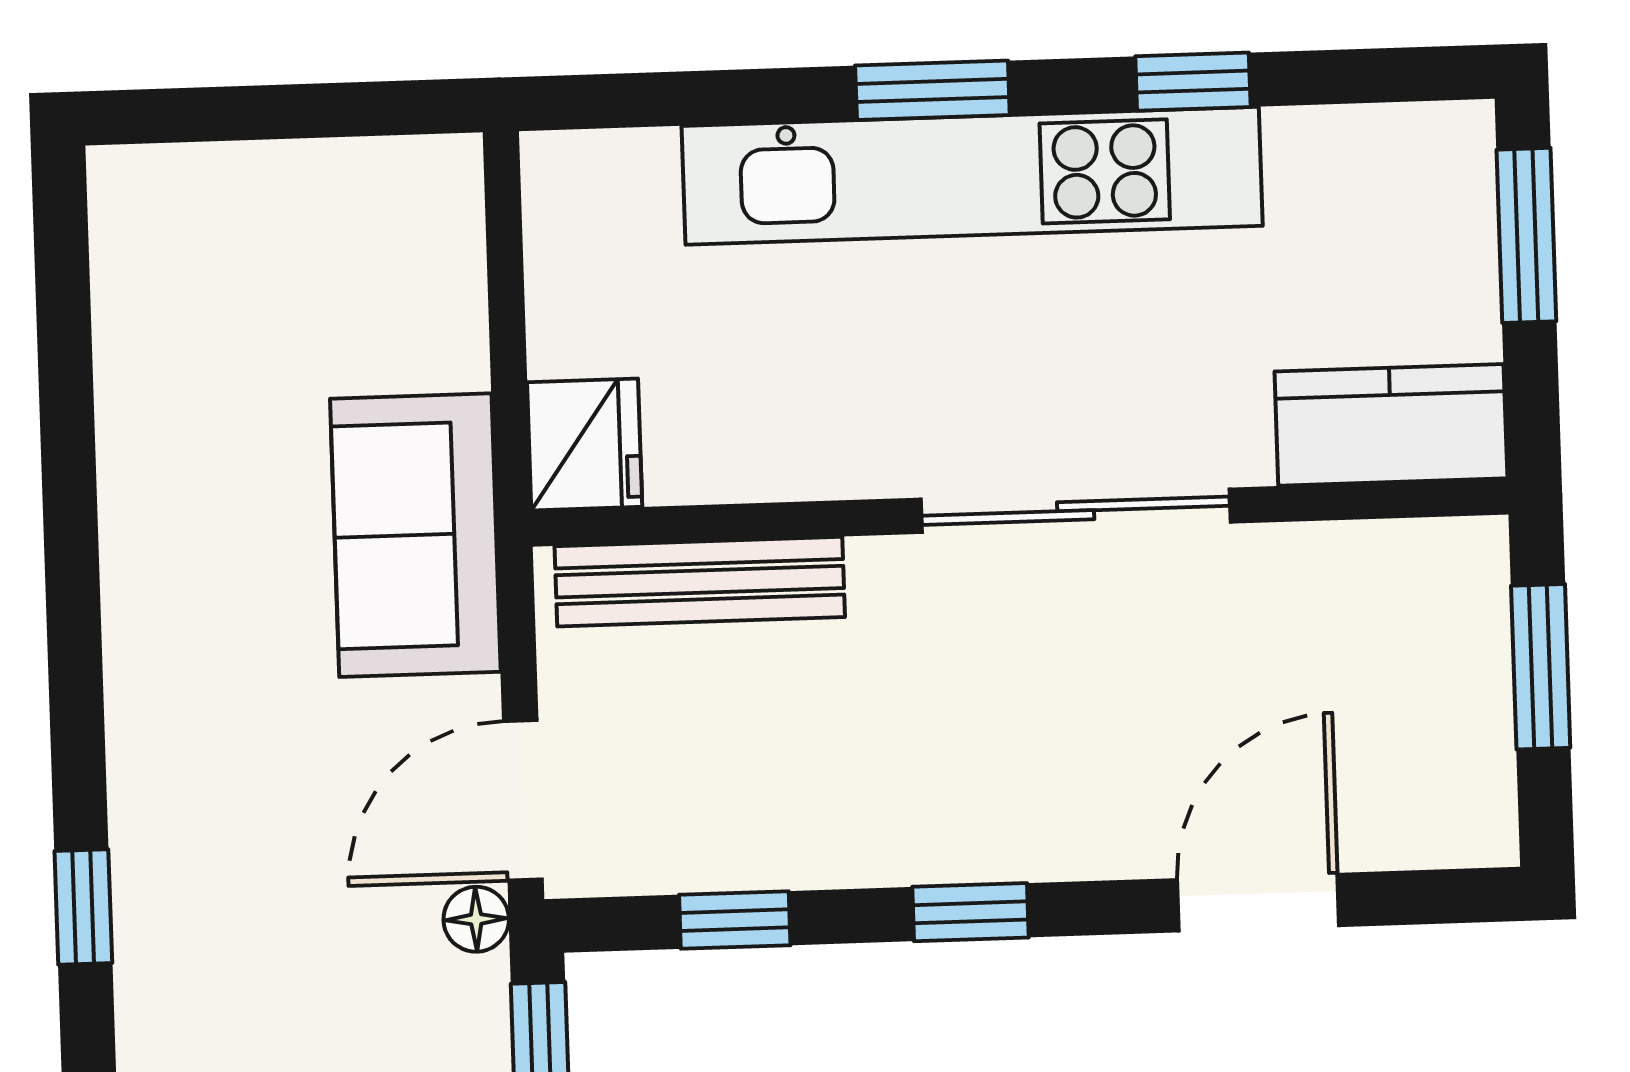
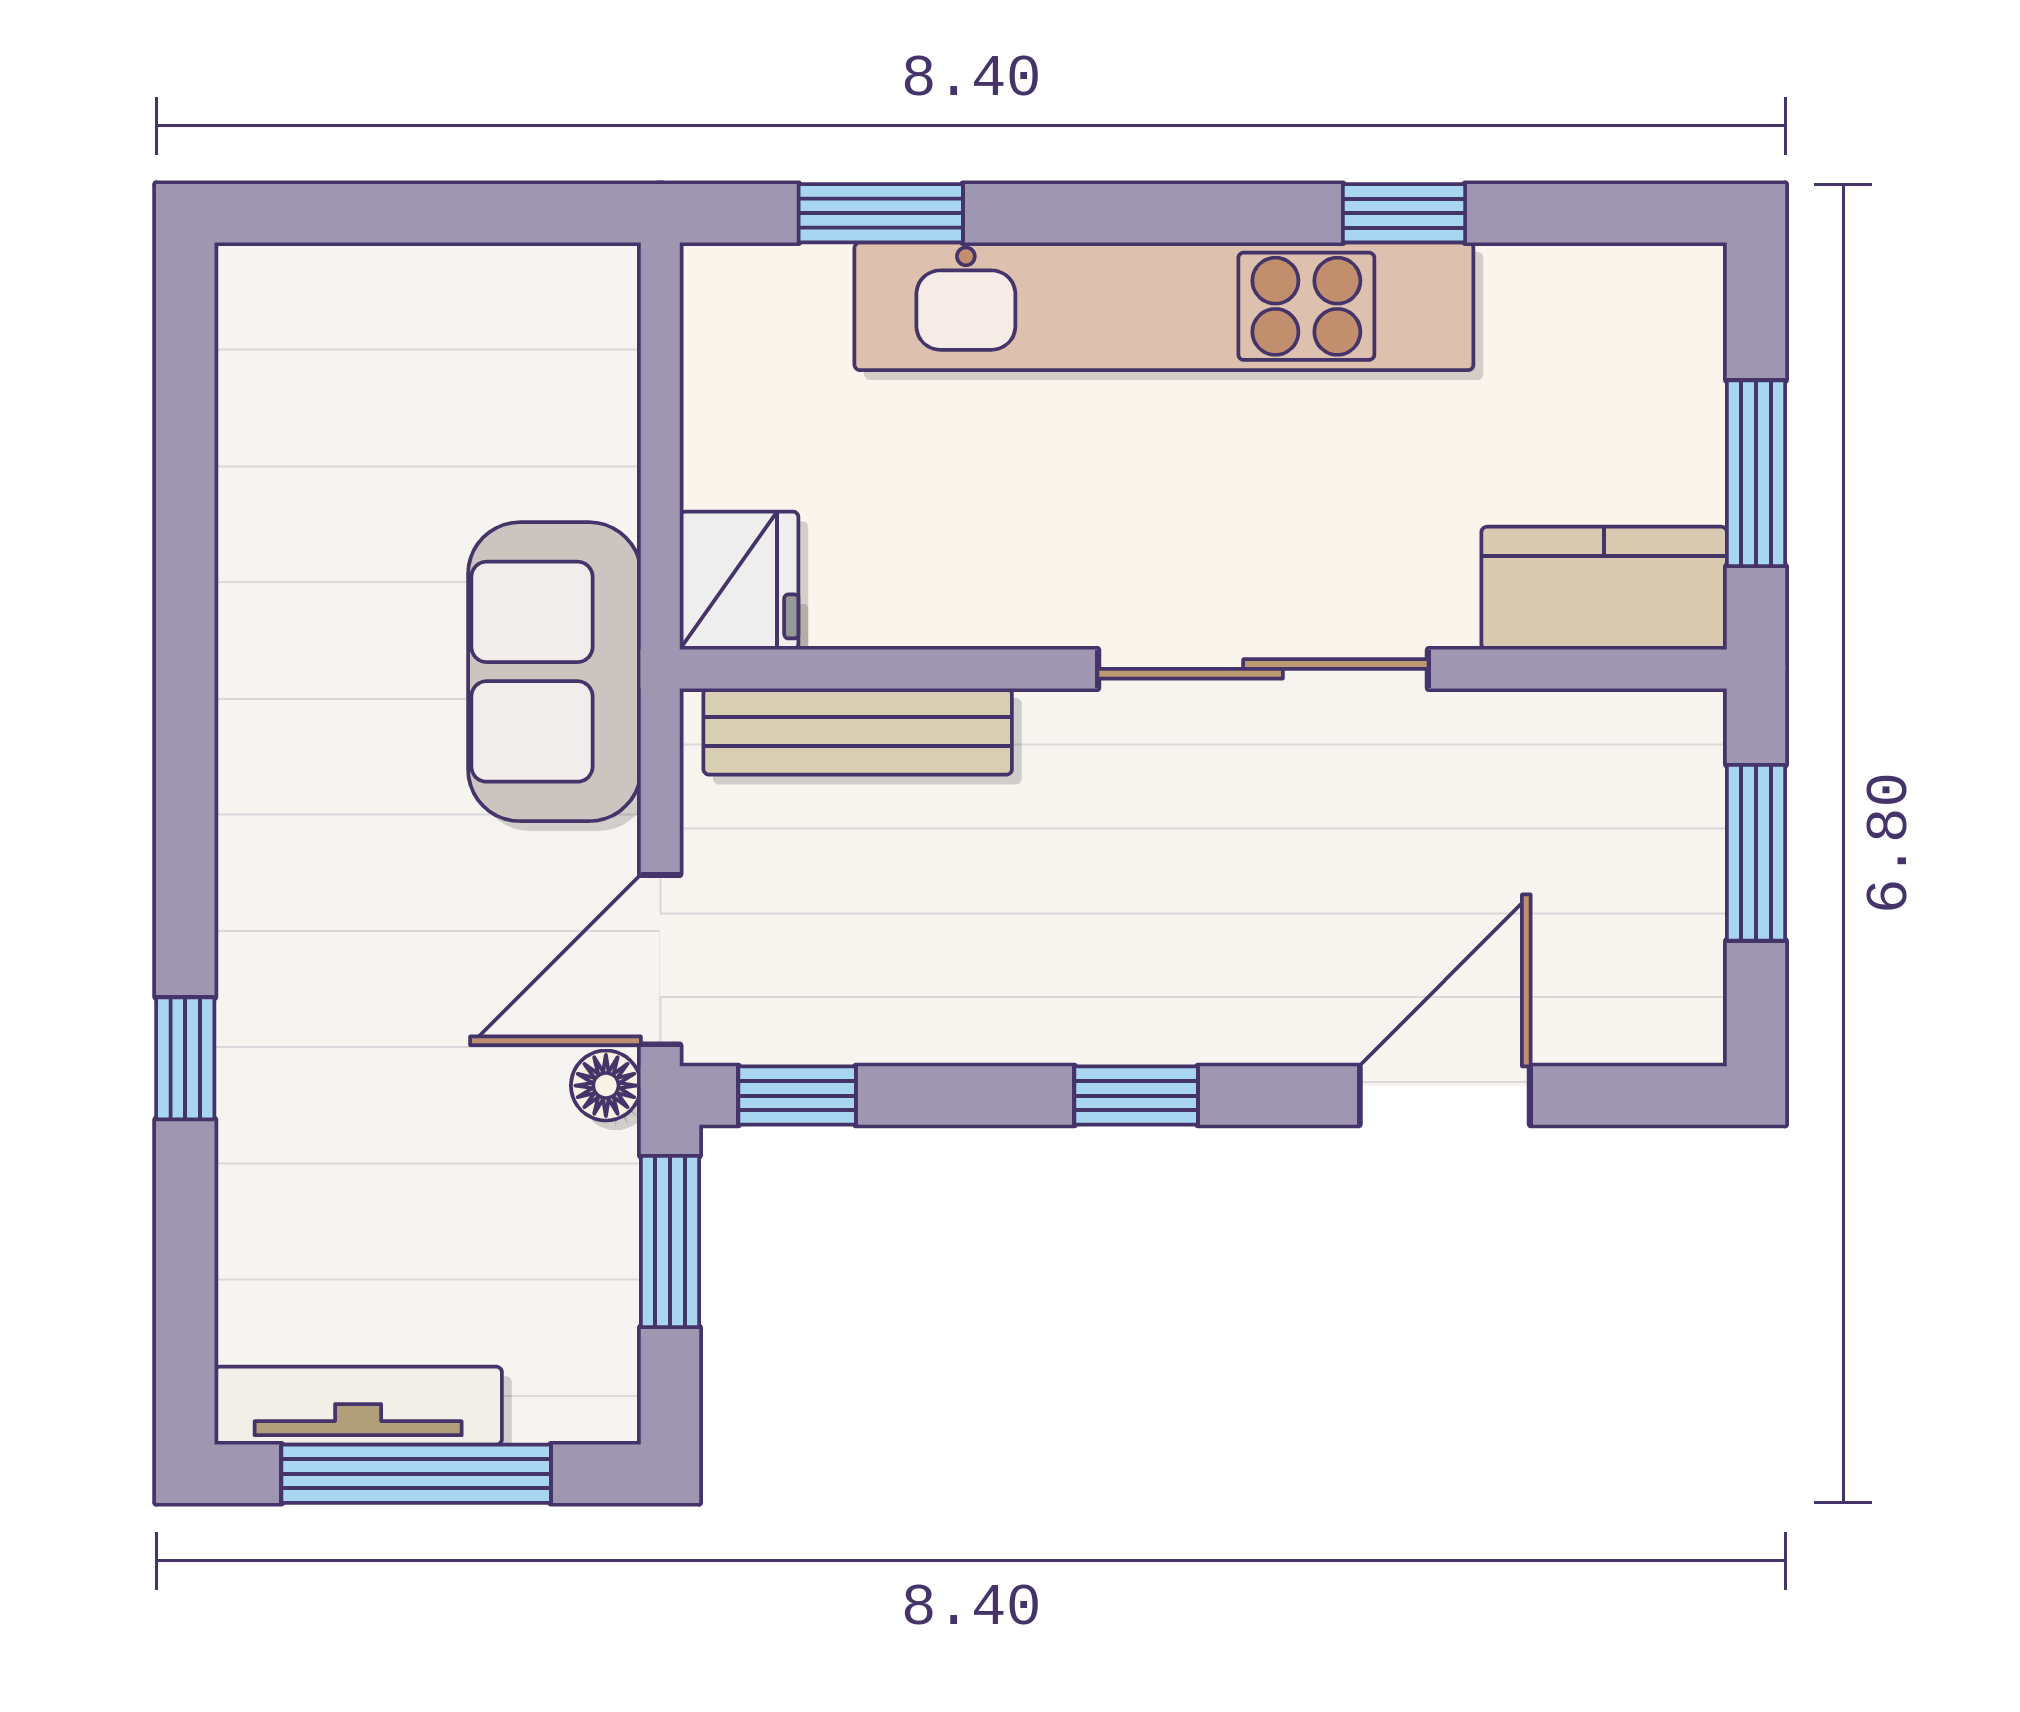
window: (932, 90) -> (881, 213), moved
window: (1526, 235) -> (1756, 473), moved
window: (735, 920) -> (797, 1096), moved

